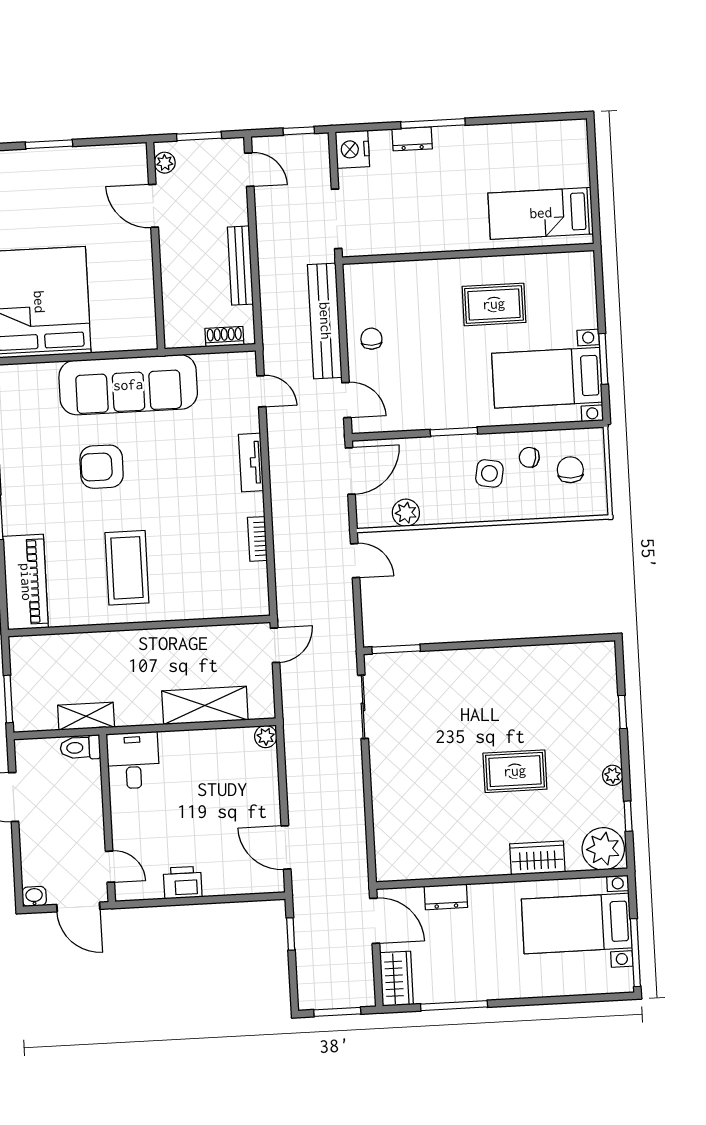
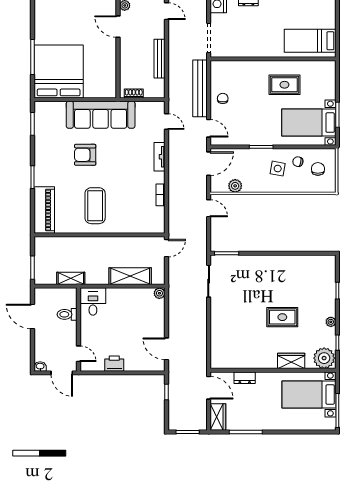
shoe rack: (224, 337) -> (134, 93), moved
toilet: (80, 748) -> (67, 314), moved

